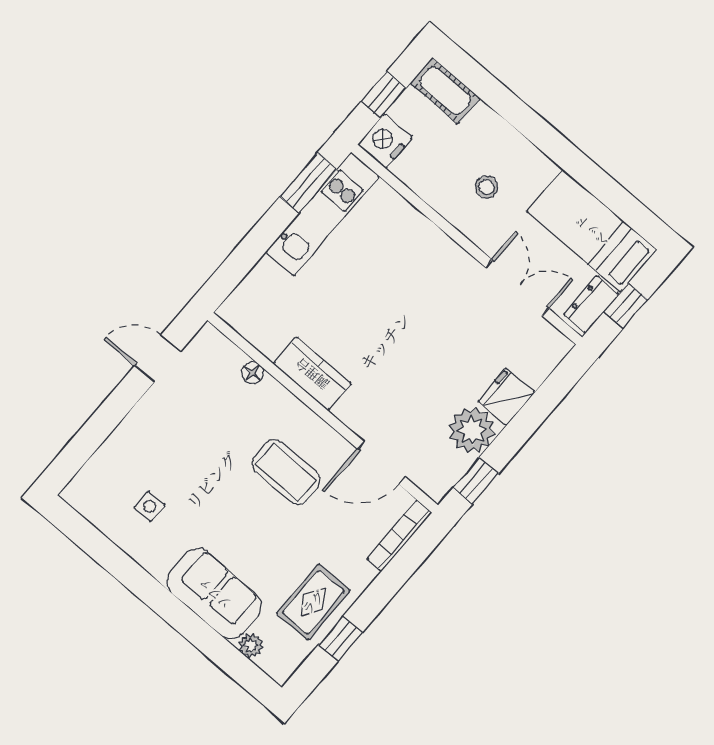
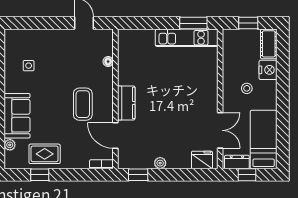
nightstand: (385, 141) -> (268, 70), moved, turned 90
kitchen counter: (312, 374) -> (126, 103), moved
fridge: (506, 397) -> (202, 160), moved
plant: (472, 430) -> (160, 163), width x0.53, depth x0.53
bookcase: (399, 536) -> (101, 164), width x0.64

